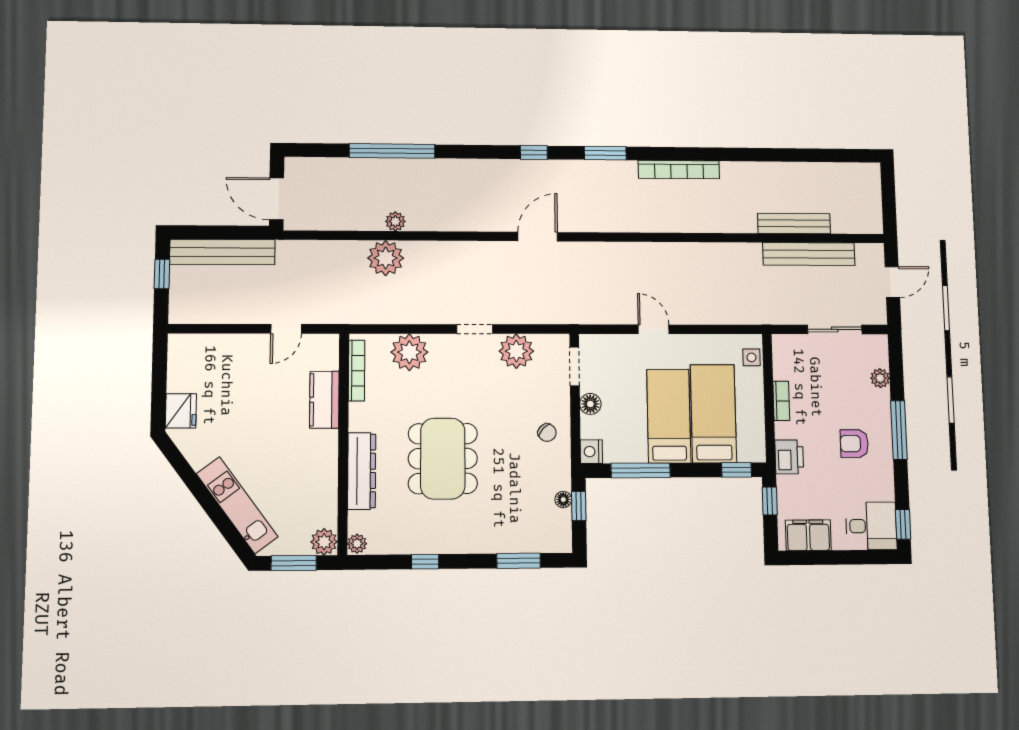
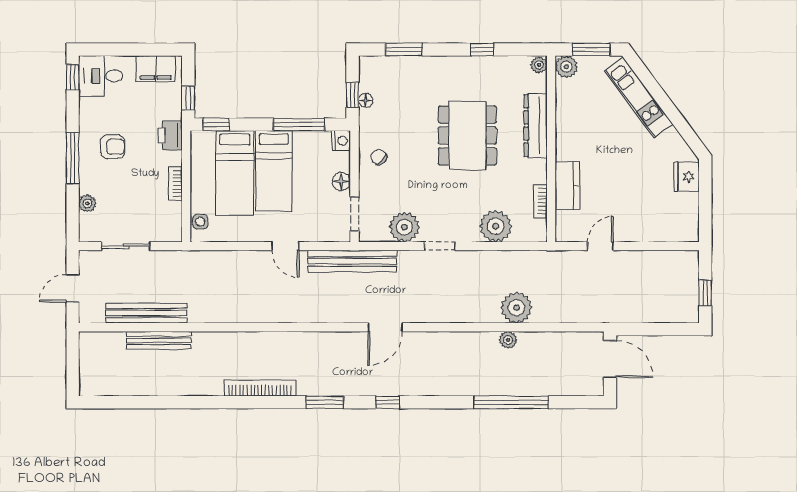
bench: (222, 252) -> (352, 261), moved
bookcase: (357, 371) -> (540, 201), width x0.64

